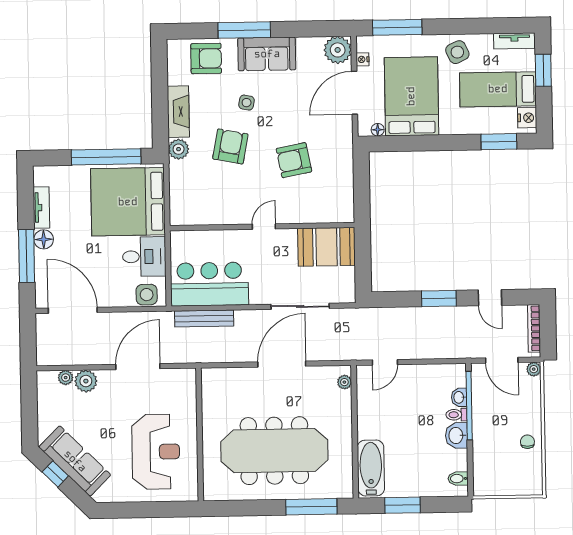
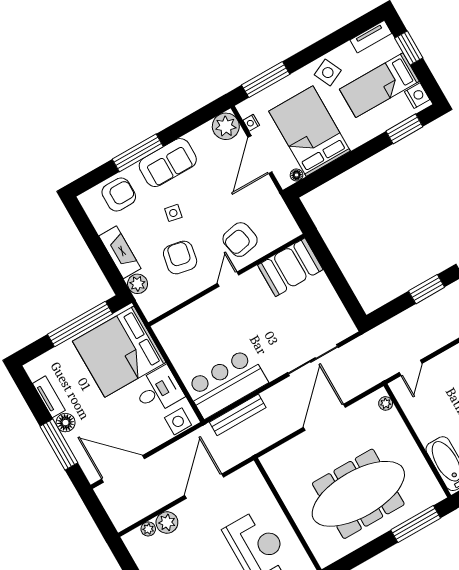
wall: (262, 227) -> (227, 280), moved
door: (264, 227) -> (228, 279), moved
booth: (326, 247) -> (290, 267), moved

